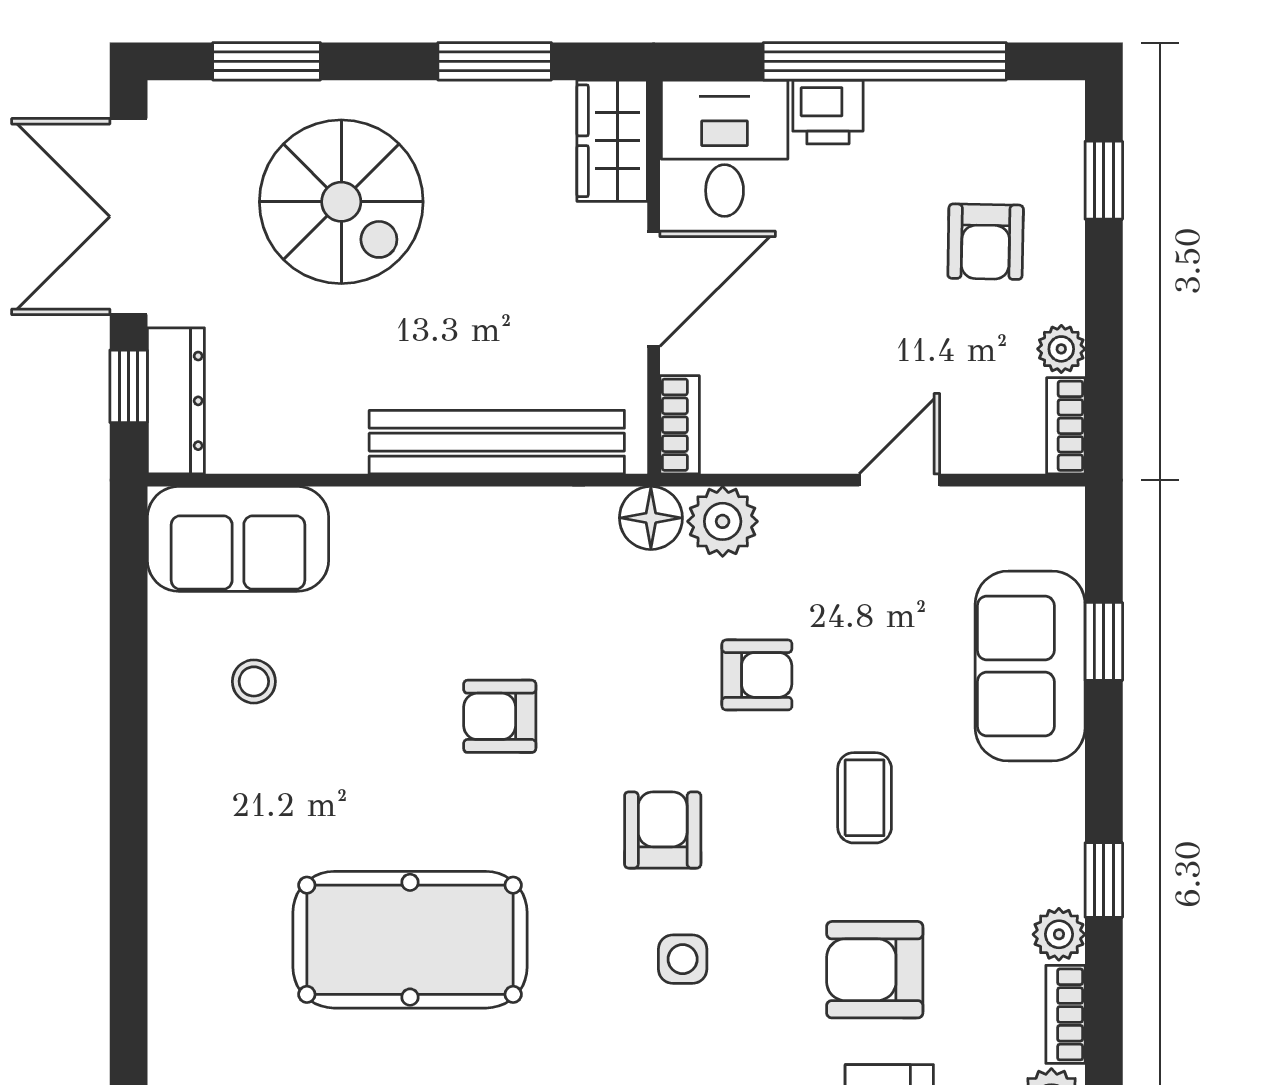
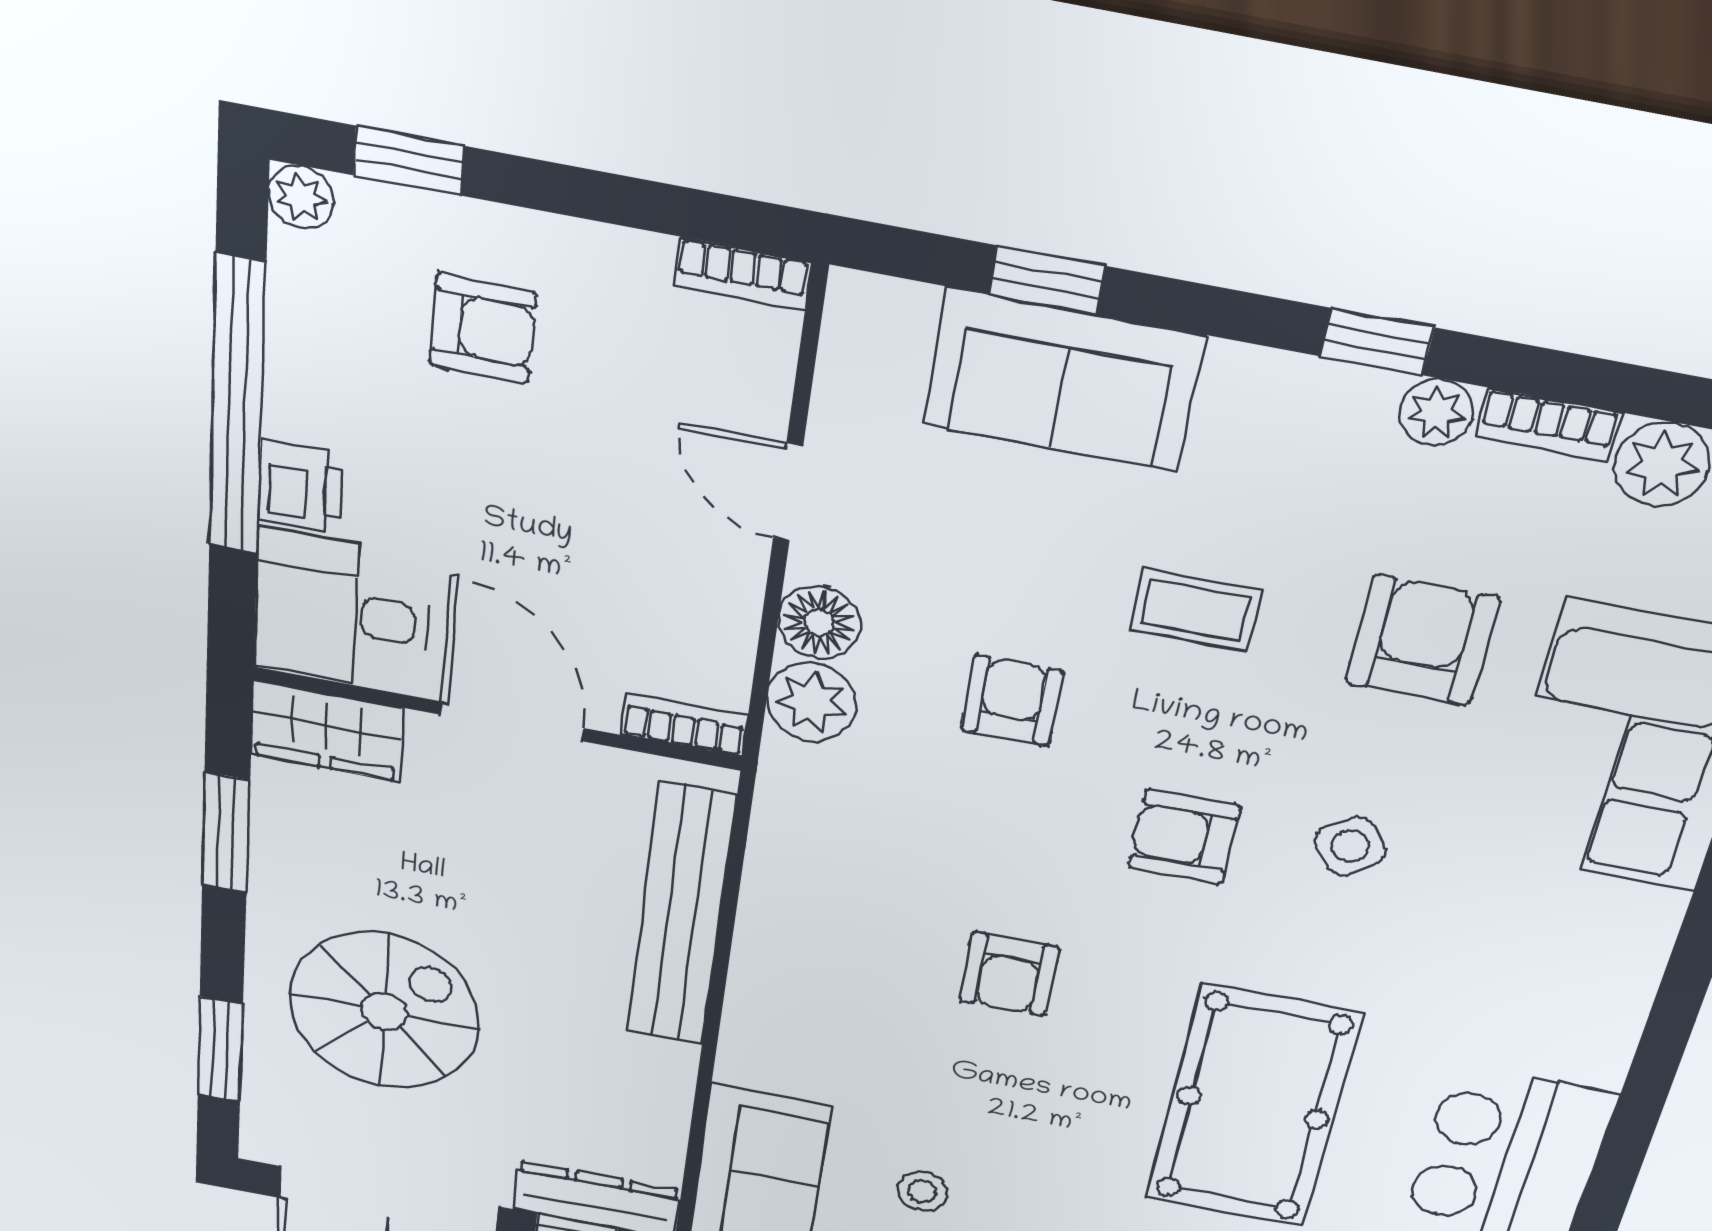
plant: (1061, 349) -> (301, 197), moved
floor lamp: (651, 518) -> (819, 622), moved
side table: (683, 959) -> (1350, 846), turned -38
armchair: (875, 970) -> (1422, 640), turned 180

